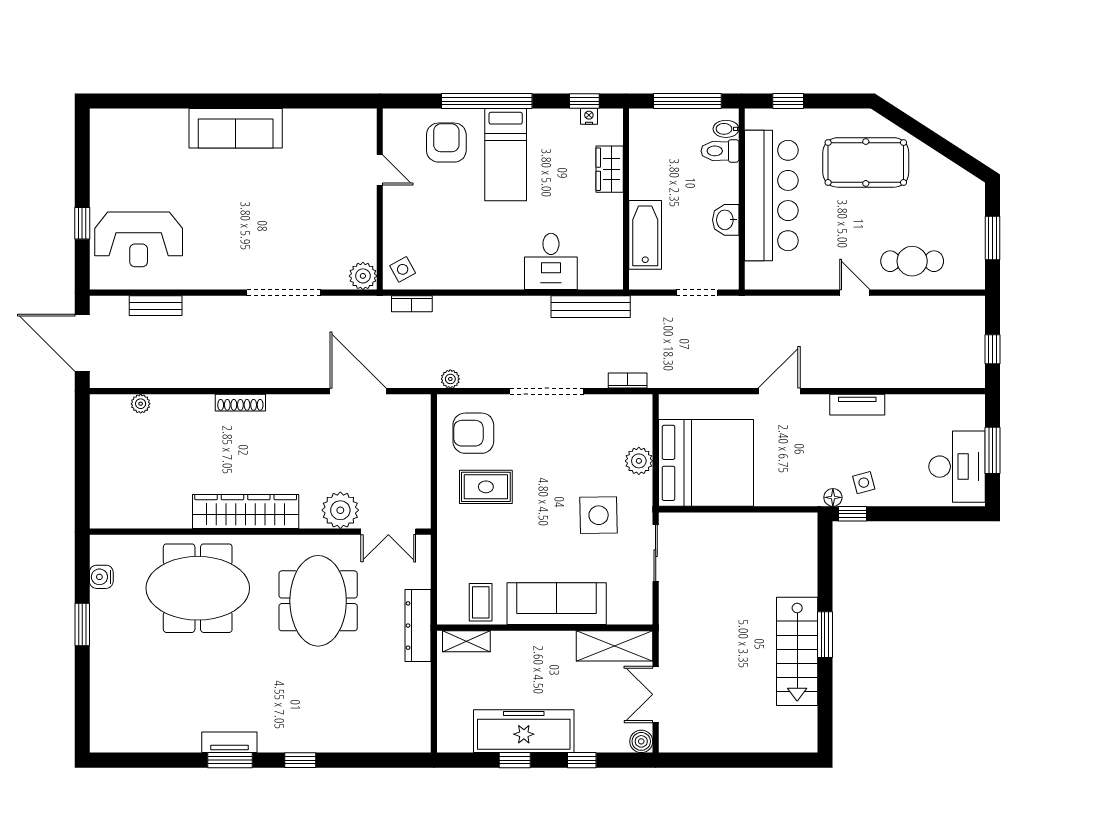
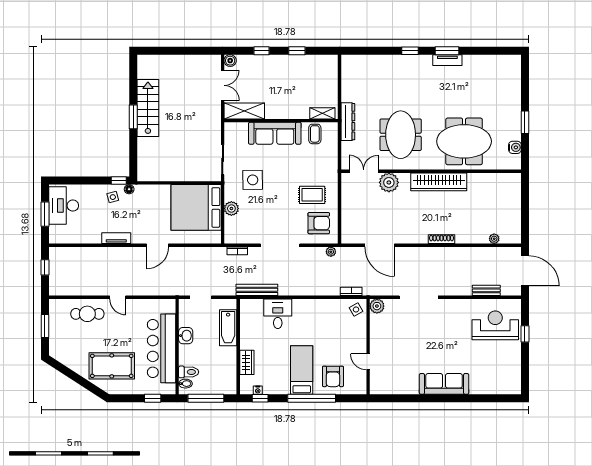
freezer: (524, 731) -> (292, 66), removed

